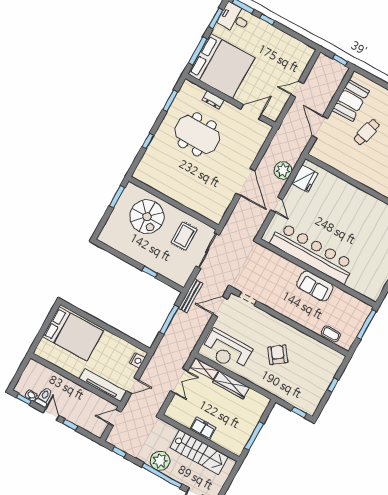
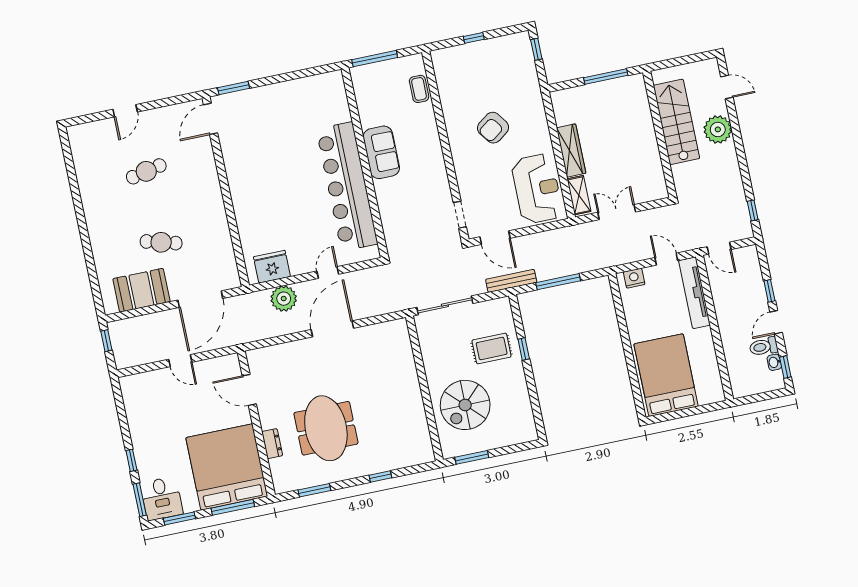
door: (320, 127) -> (200, 299), width x1.36
spiral stairs: (147, 217) -> (465, 405), turned 180
rug: (184, 236) -> (492, 349), moved
freezer: (203, 428) -> (646, 140), removed
plant: (160, 461) -> (718, 129), moved
window: (162, 476) -> (738, 141), removed

